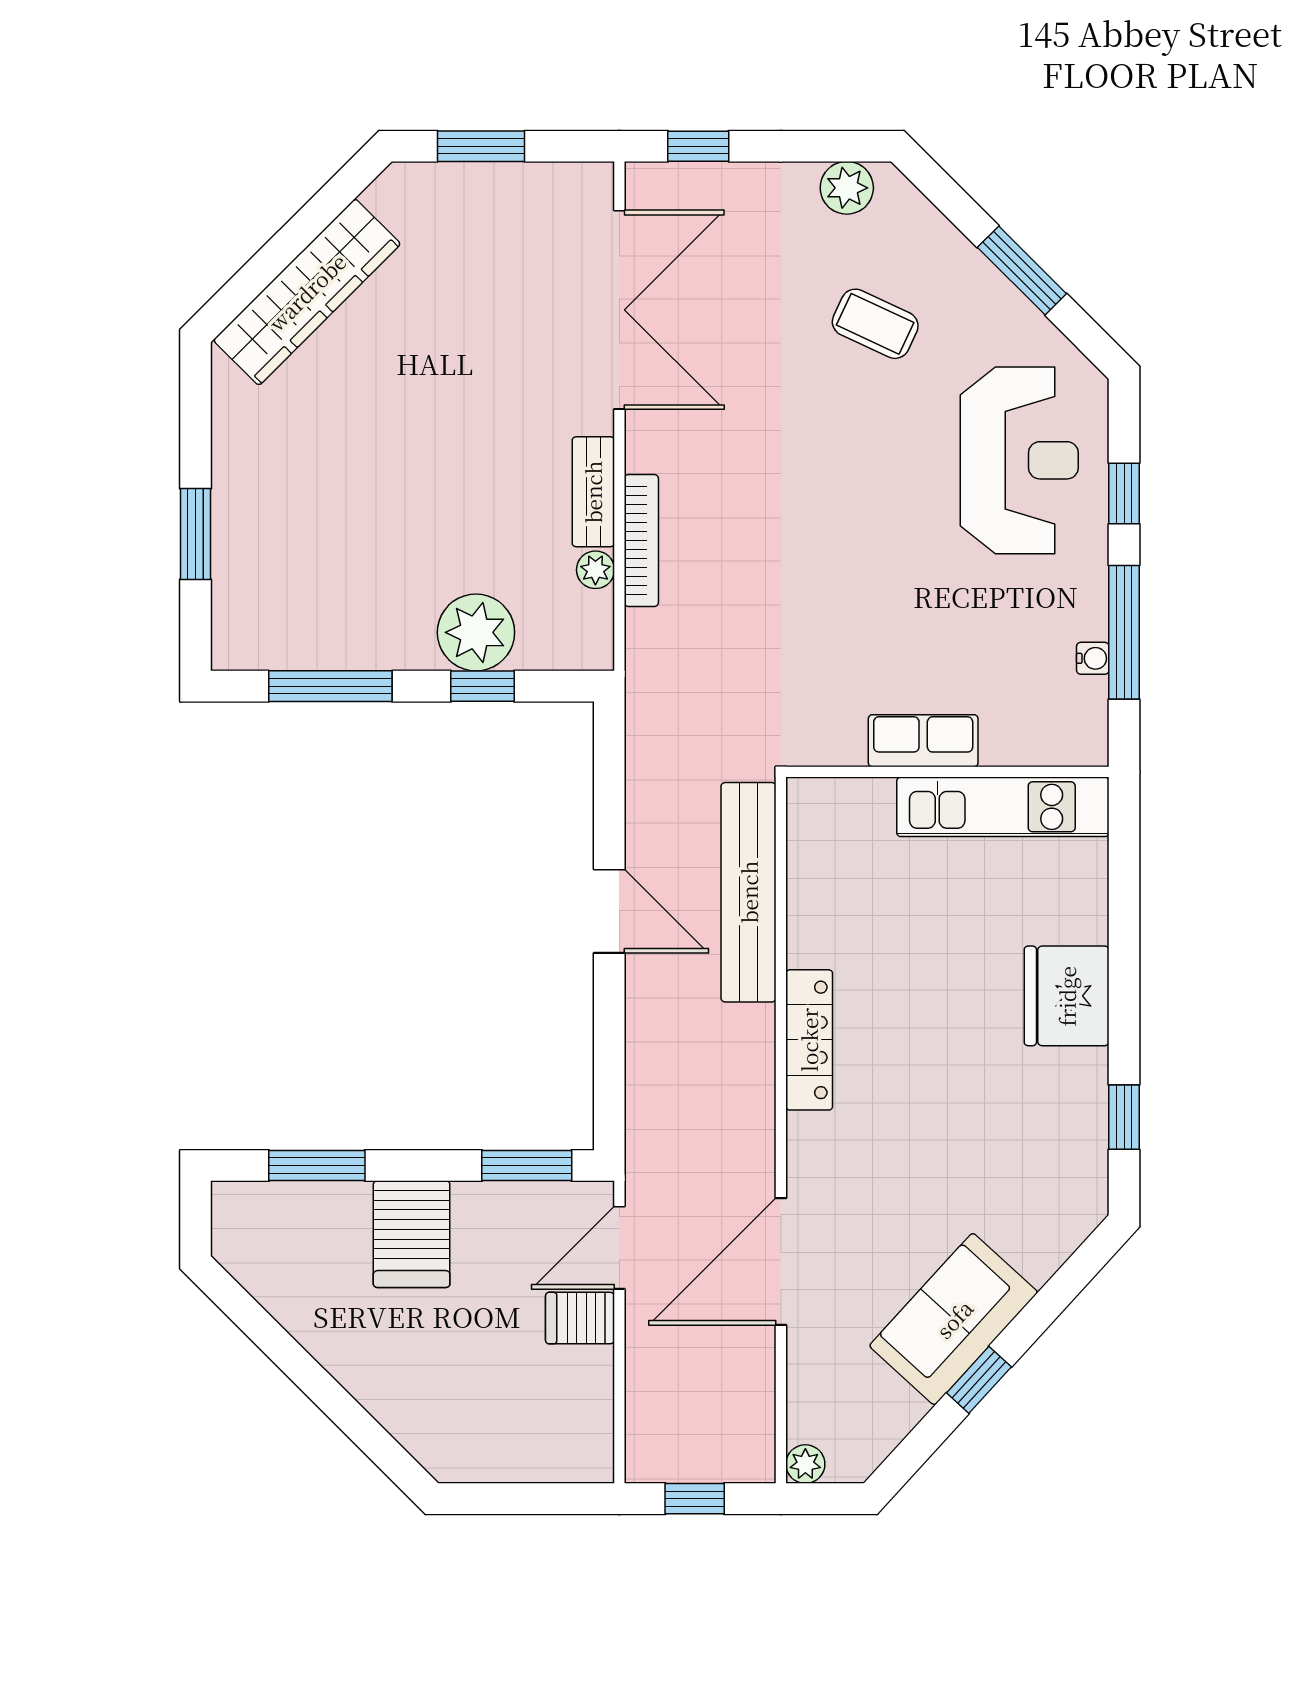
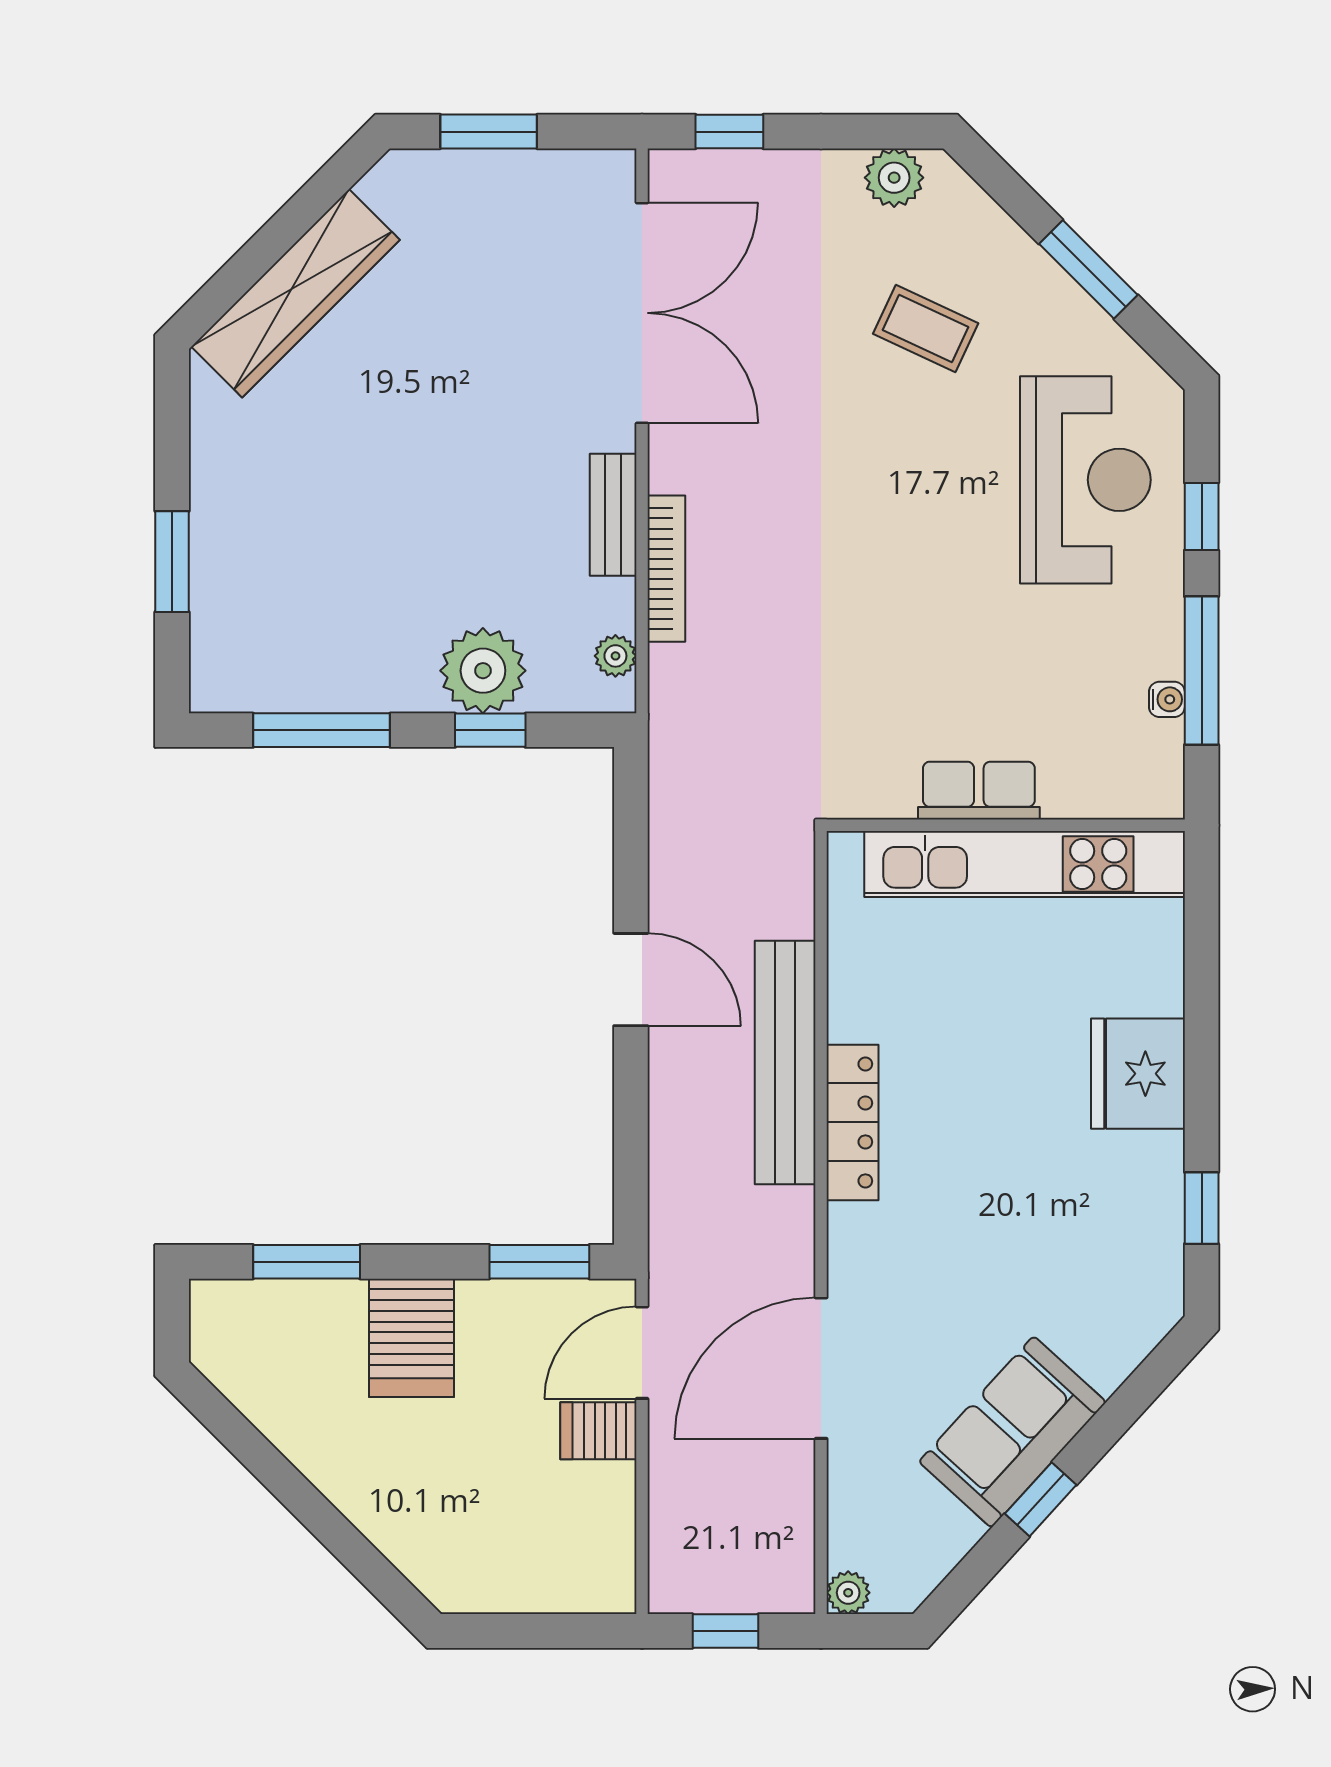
plant: (595, 570) -> (615, 656), moved
kitchen unit: (1003, 807) -> (1025, 864), width x1.36
bench: (749, 892) -> (785, 1062), moved

